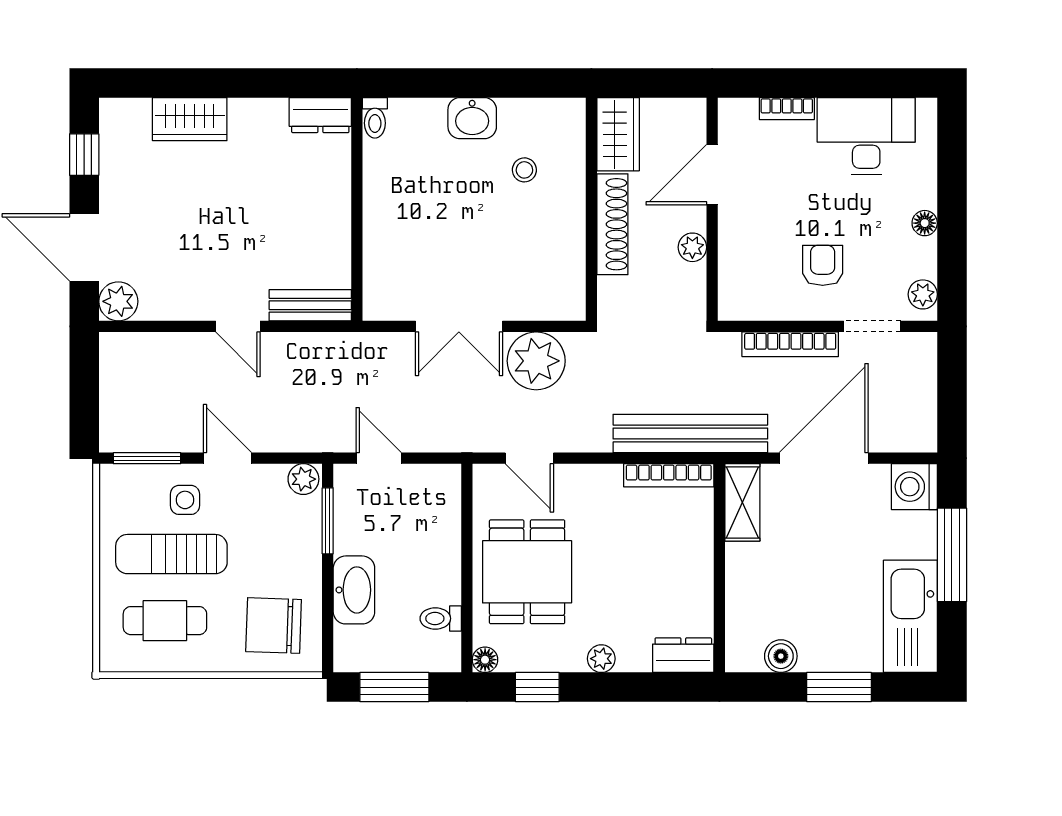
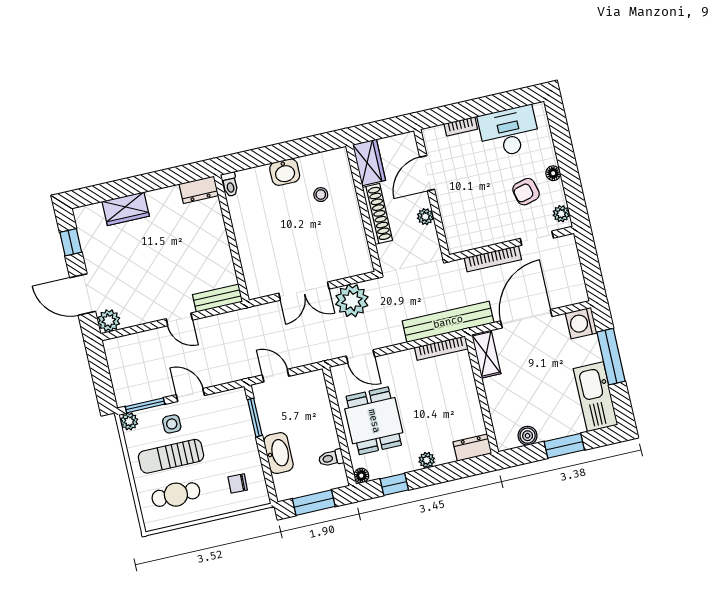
armchair: (823, 265) -> (526, 192), moved, turned -104
plant: (303, 479) -> (129, 421), moved
chair: (274, 626) -> (238, 483), width x0.54, depth x0.54

